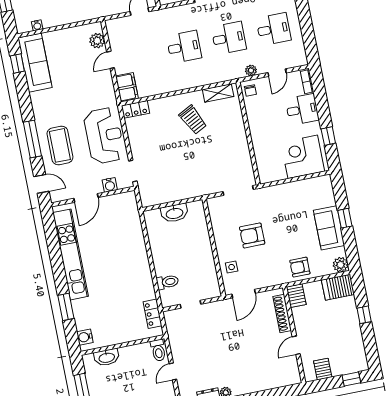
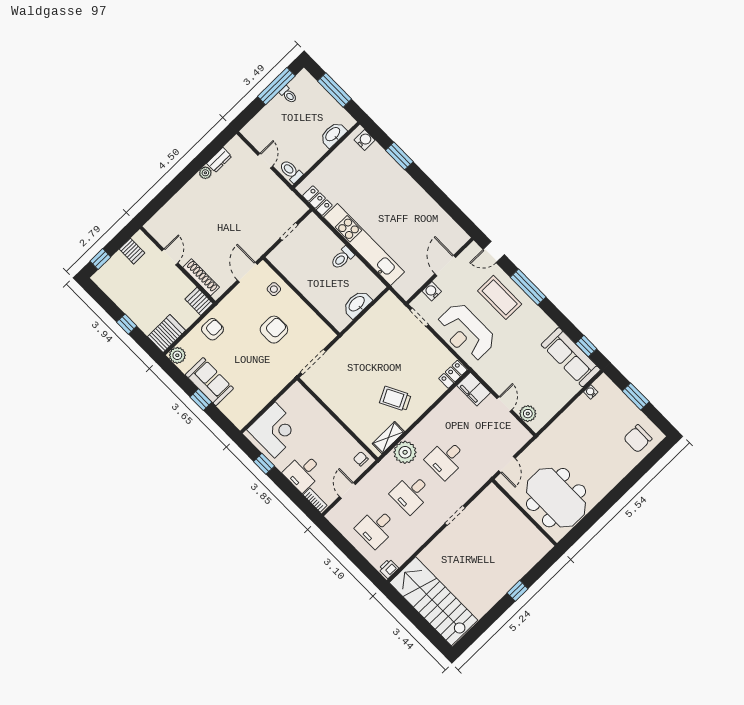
plant: (251, 70) -> (405, 452), moved, width x1.88, depth x1.88
kitchen unit: (71, 254) -> (364, 244), moved, turned 180
toilet: (167, 282) -> (342, 258), moved

